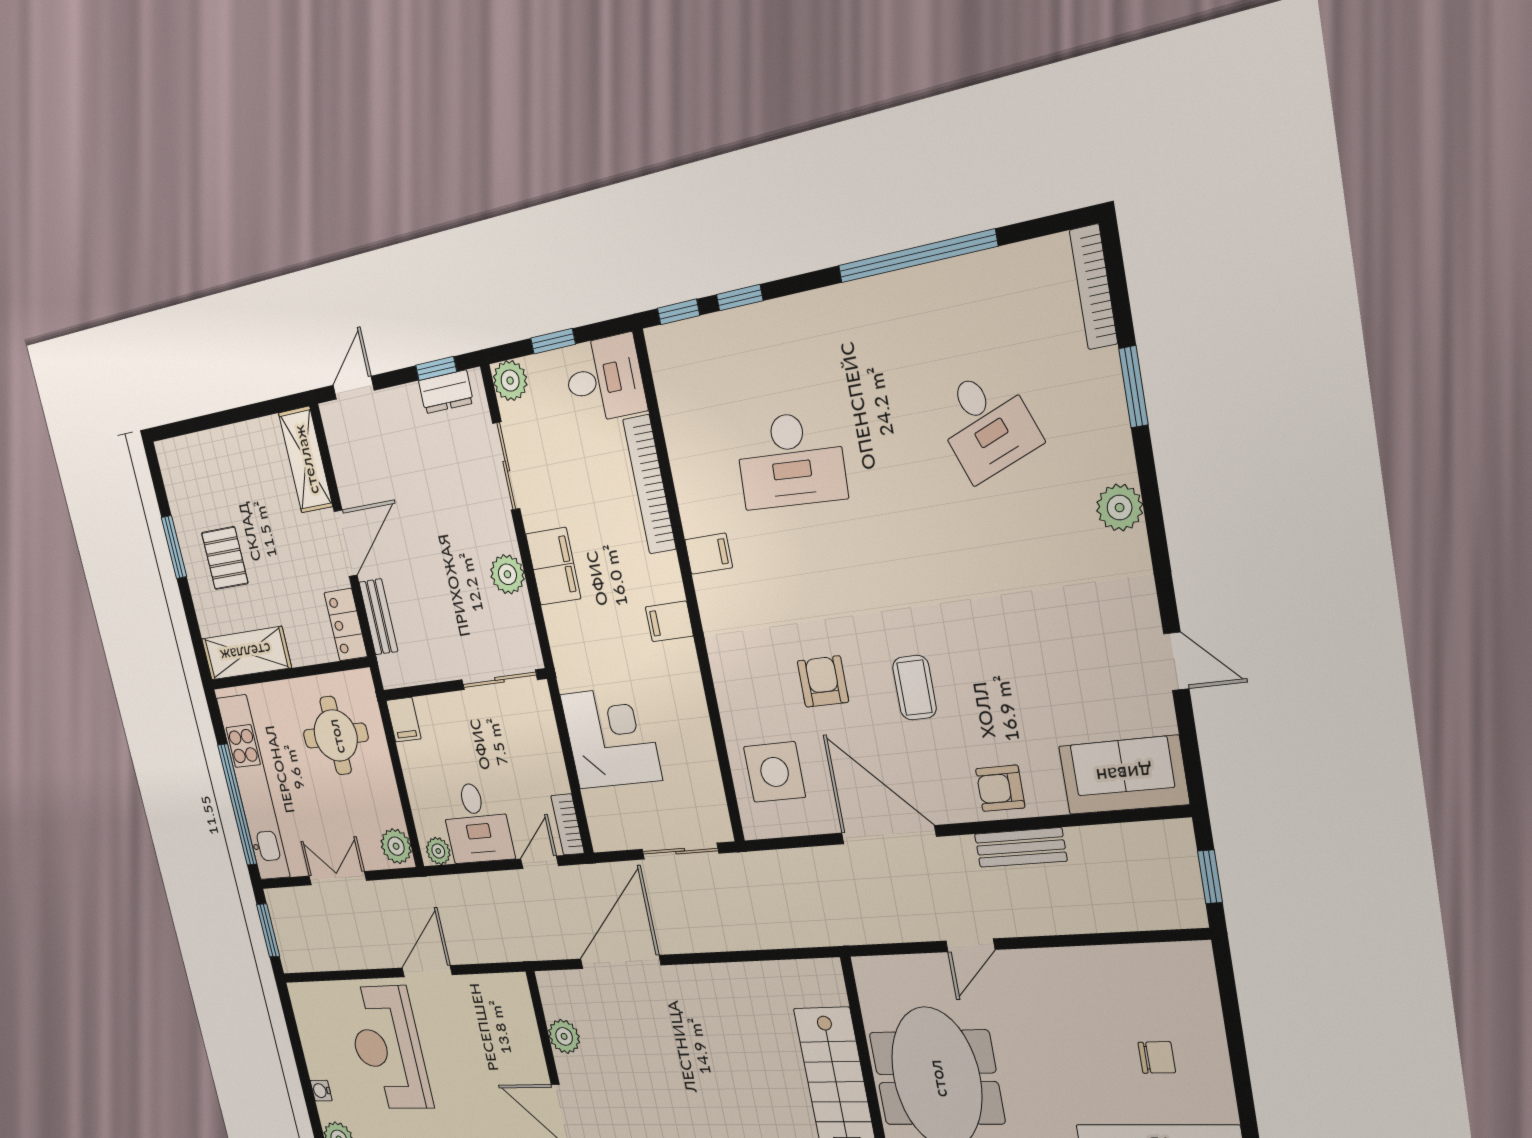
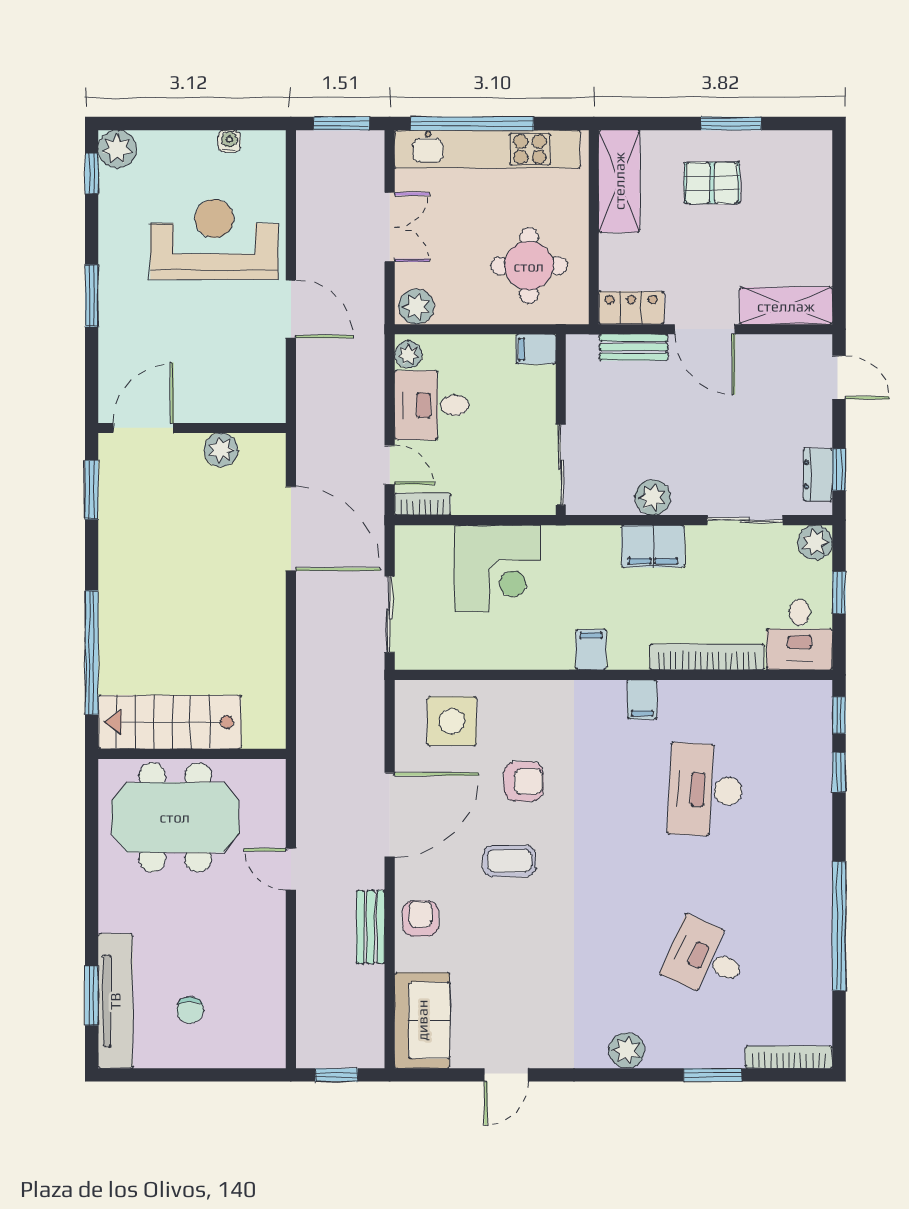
desk: (986, 424) -> (706, 958), turned 45
water cooler: (321, 1091) -> (229, 141), moved

